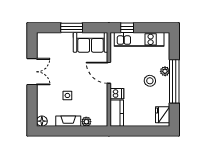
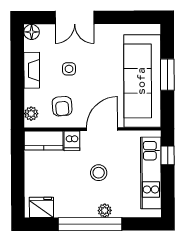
sofa: (91, 42) -> (142, 81), width x1.85, depth x1.27
double door: (32, 72) -> (75, 17), moved
stool: (150, 81) -> (99, 173), moved
armchair: (93, 100) -> (62, 106), added
plant: (86, 122) -> (31, 114), moved

